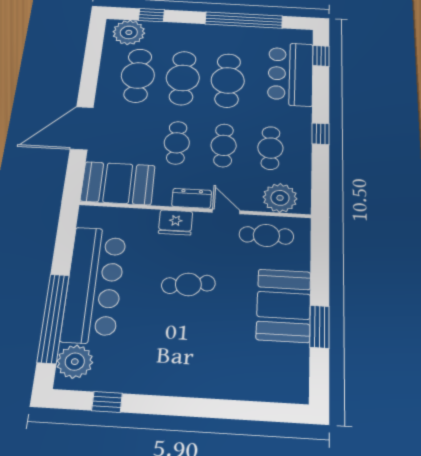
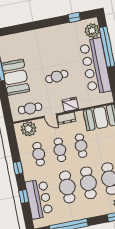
window: (321, 56) -> (24, 196), moved

